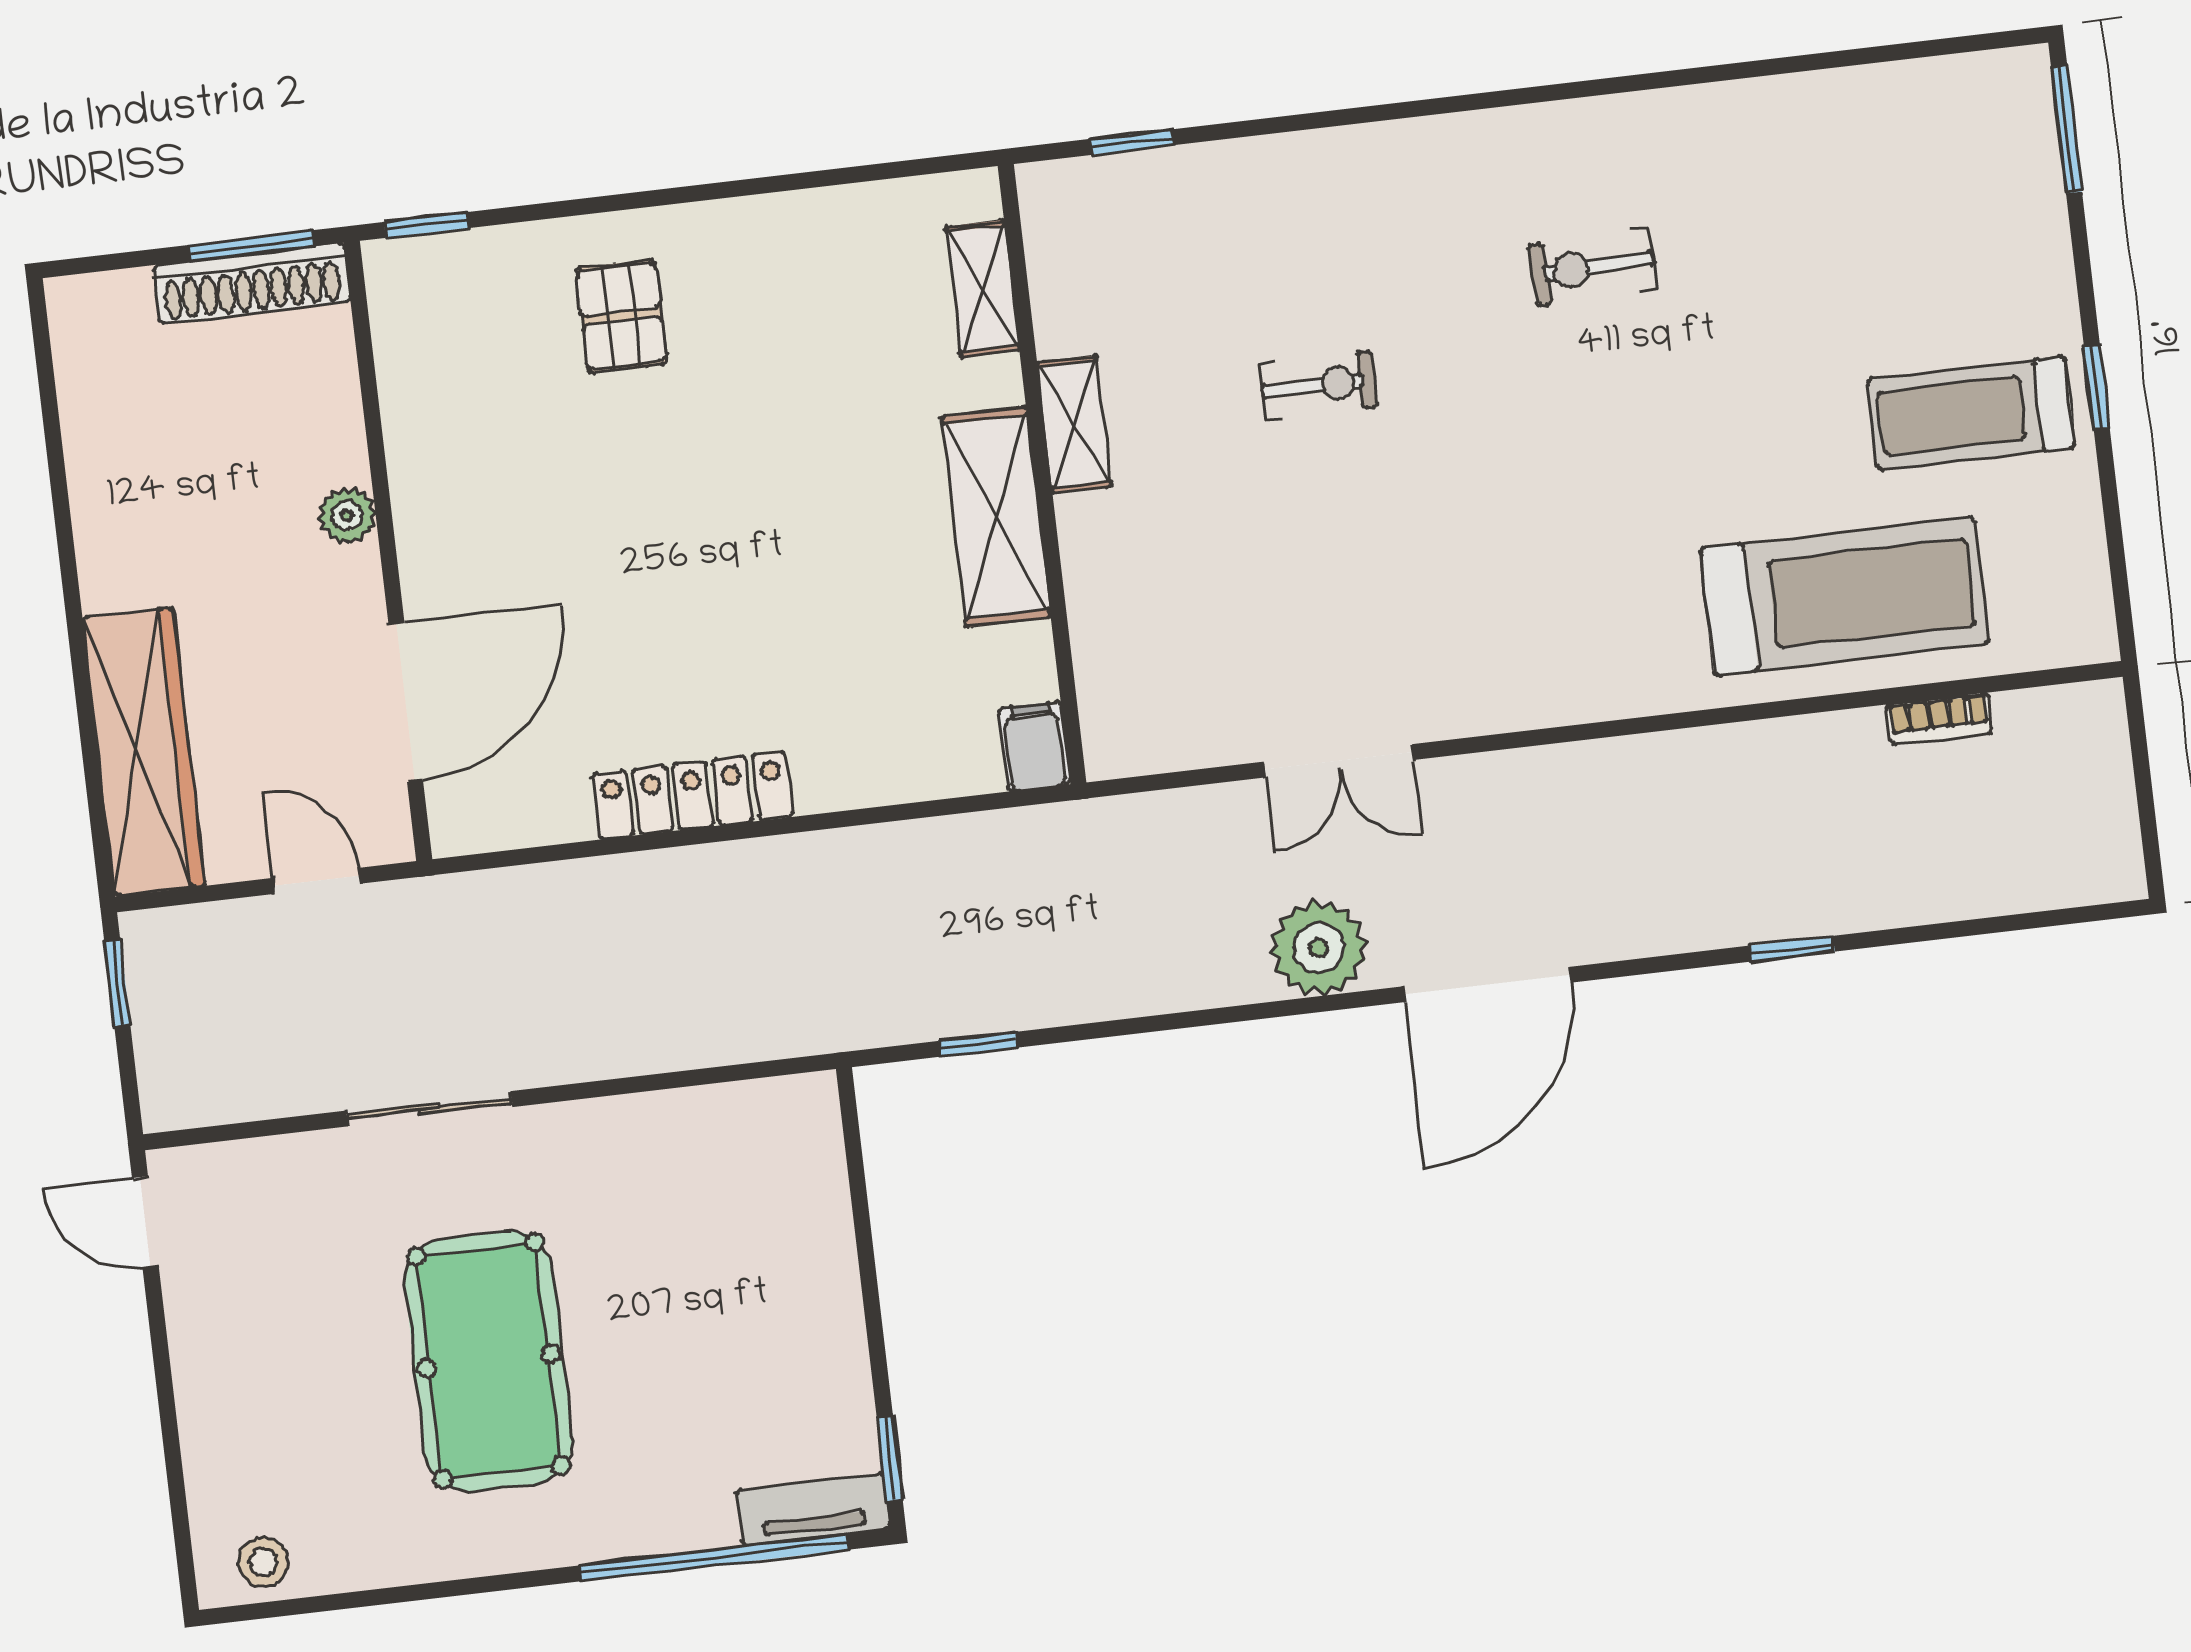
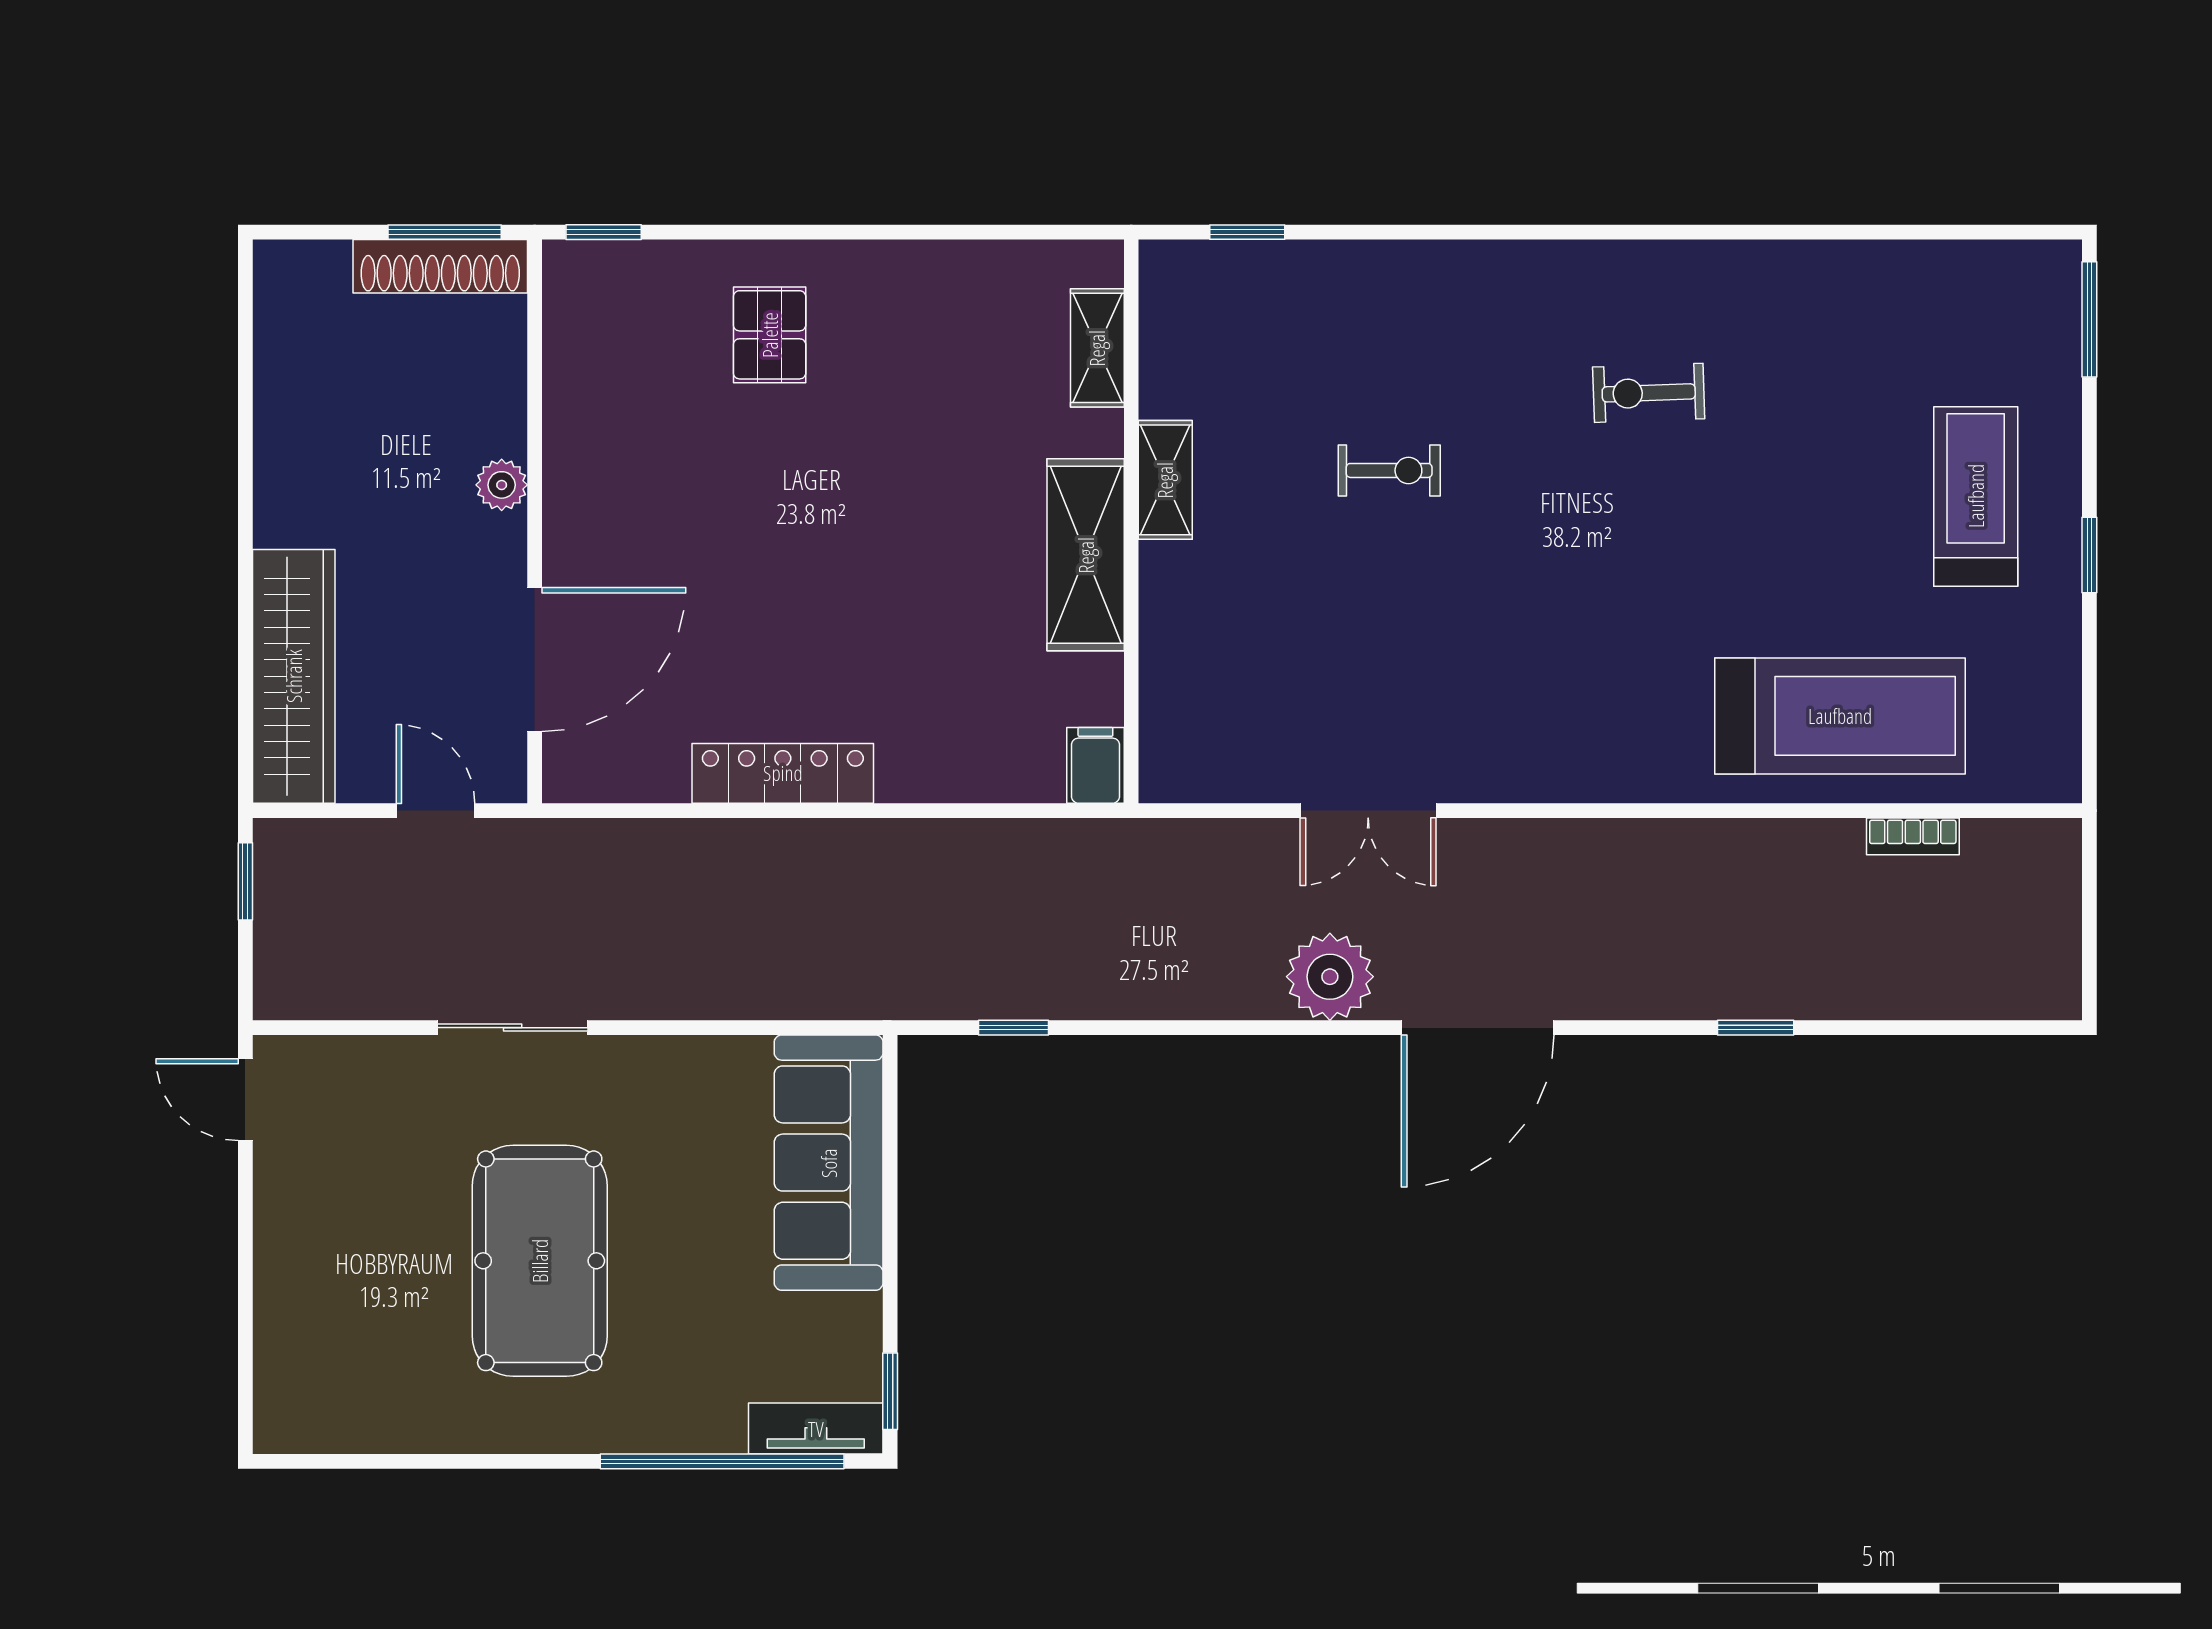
treadmill: (1971, 413) -> (1976, 496), moved, turned 90
sofa: (793, 1216) -> (829, 1163), added
stool: (263, 1562) -> (316, 1418), removed

